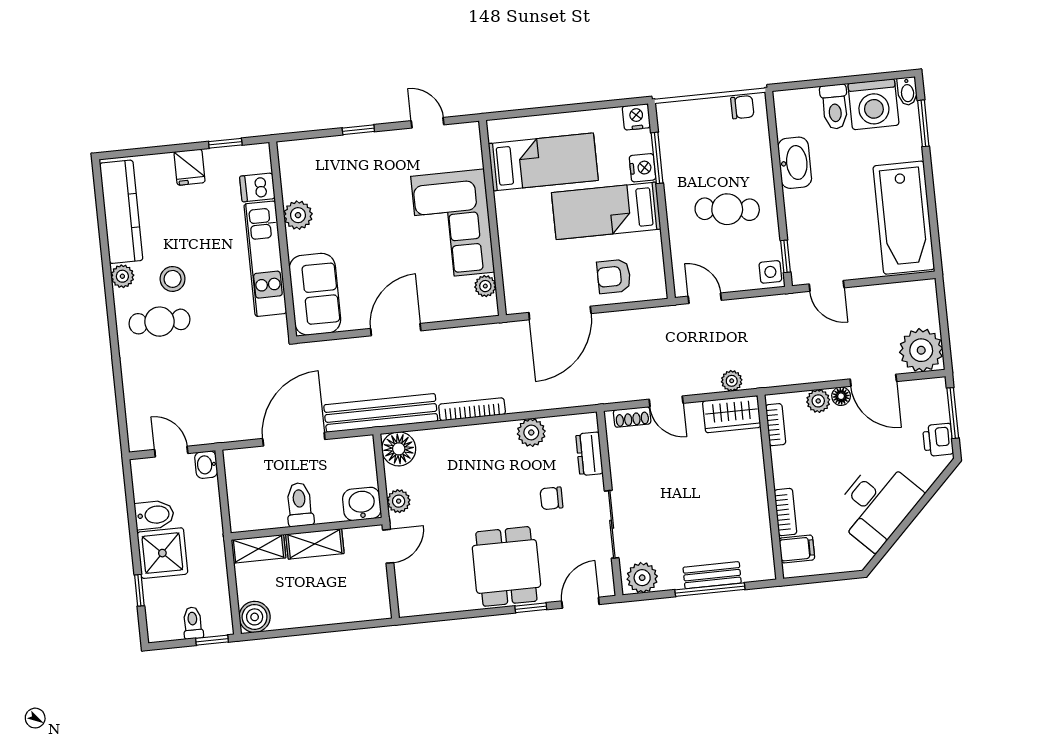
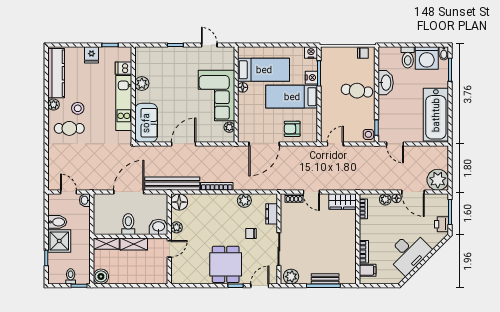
floor lamp: (504, 202) -> (243, 87), added
cafe table: (727, 209) -> (357, 91), moved
door: (705, 298) -> (335, 144), hinge flipped
plant: (732, 381) -> (344, 185), removed

